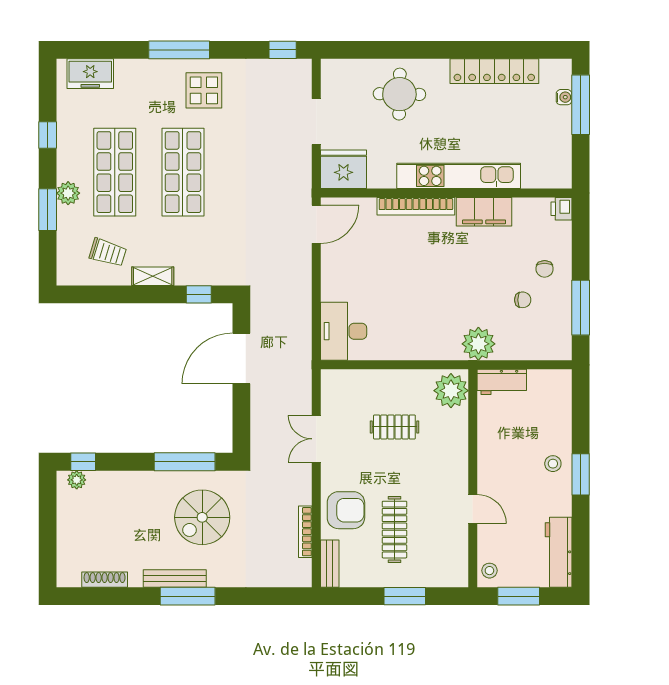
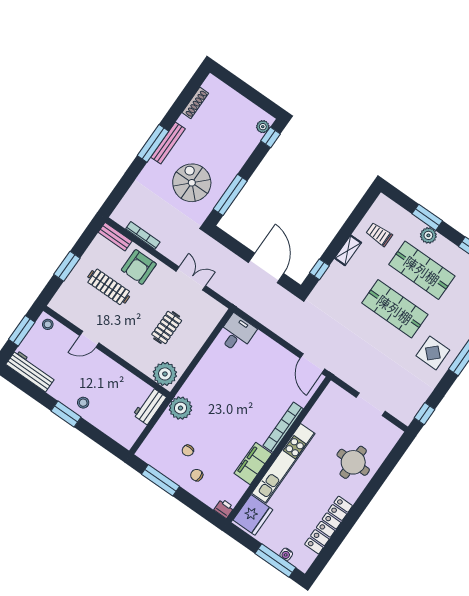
fridge: (344, 169) -> (253, 515), moved
trolley: (108, 252) -> (379, 234), turned 73
desk: (344, 331) -> (237, 334), width x0.73

